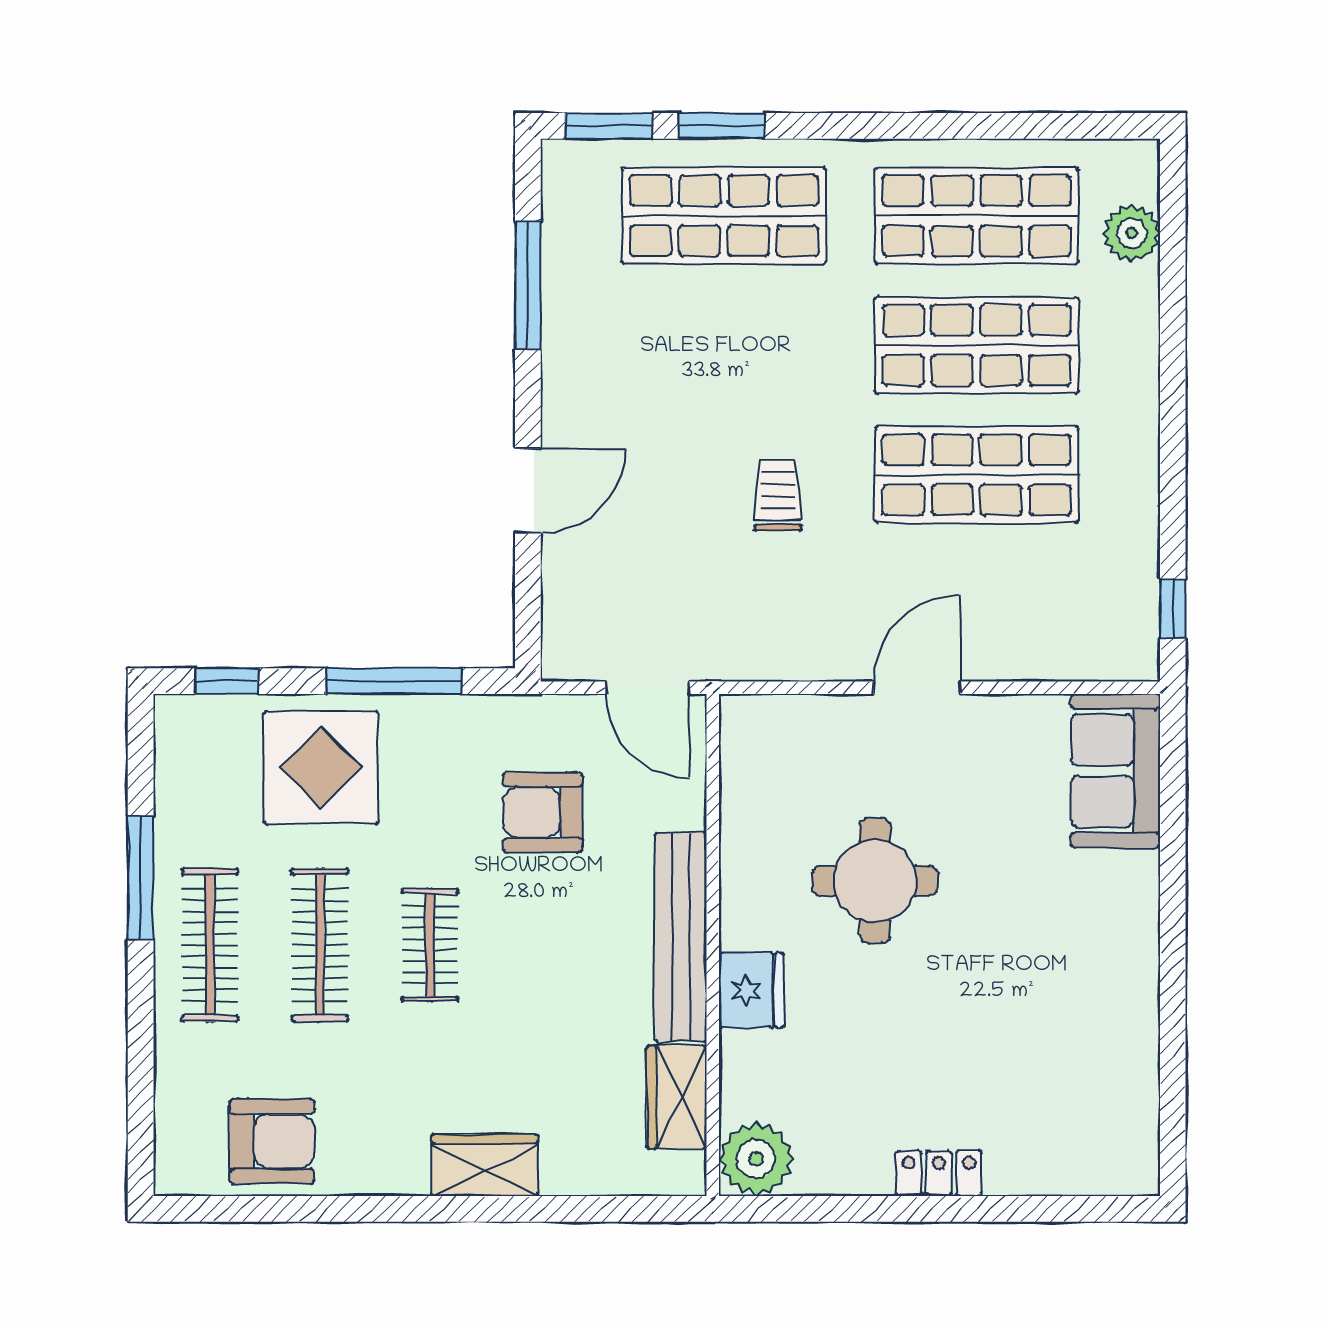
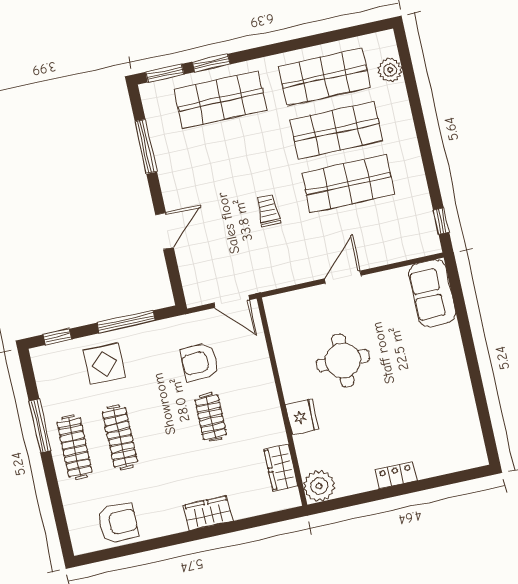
display table: (321, 767) -> (104, 364), width x0.73, depth x0.73
bench: (681, 937) -> (268, 401), removed
clothes rail: (430, 945) -> (211, 417), moved

